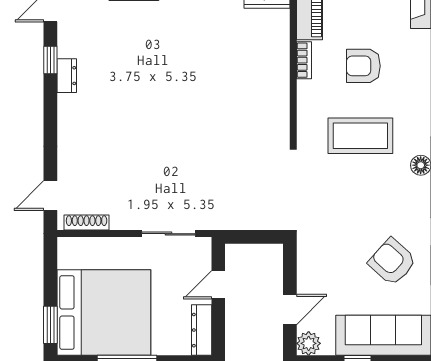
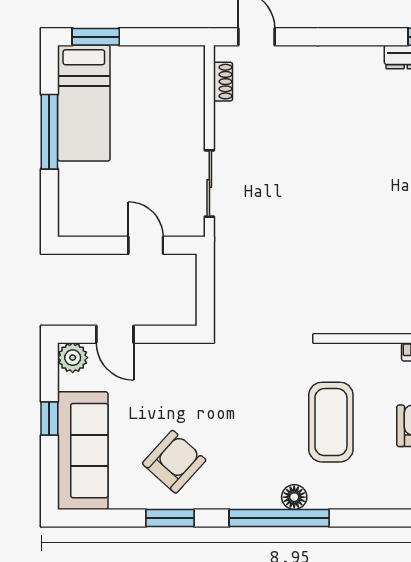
shoe rack: (87, 223) -> (223, 82), width x0.70
bed: (104, 312) -> (84, 103), width x0.49
dresser: (202, 330) -> (89, 225), removed

